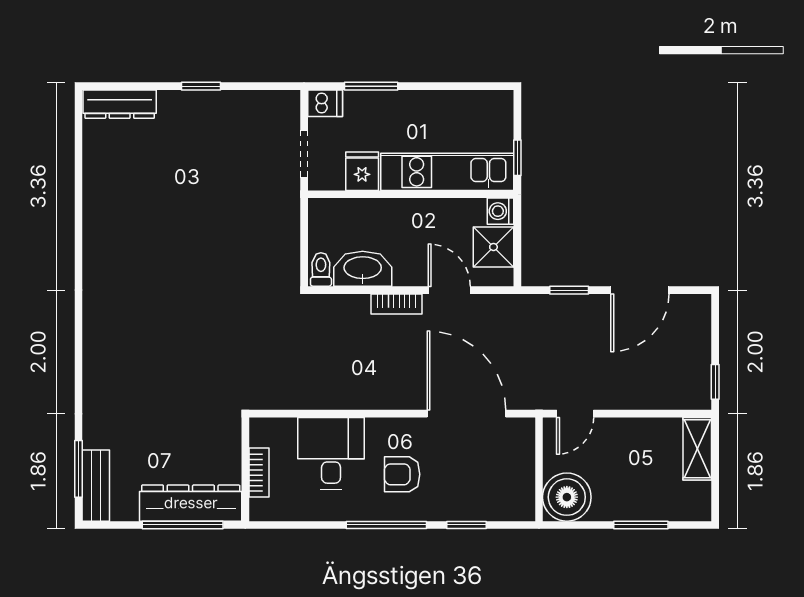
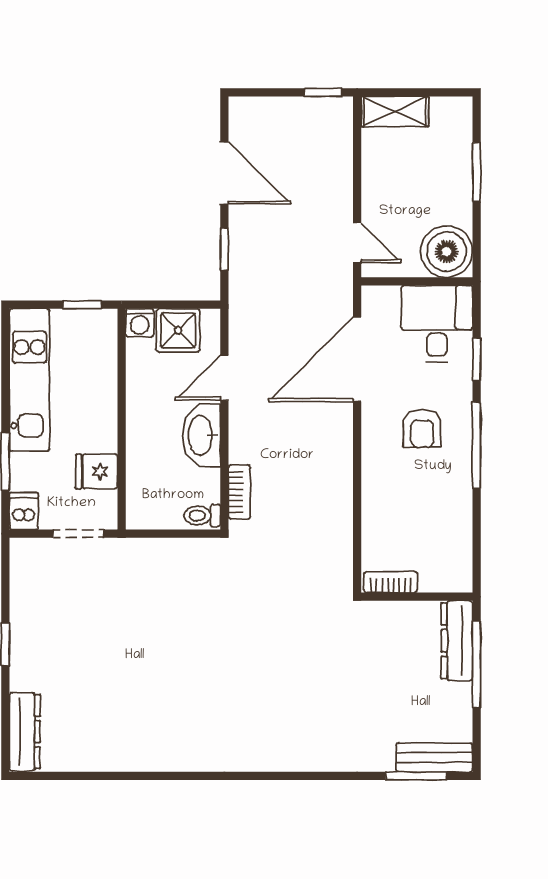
kitchen unit: (447, 172) -> (29, 380), moved, turned 180
washbasin: (363, 269) -> (201, 435), moved
bookcase: (396, 304) -> (239, 492), moved
desk: (331, 453) -> (437, 324), moved, turned 90
bookcase: (259, 473) -> (391, 582), moved
dresser: (191, 503) -> (457, 641), width x0.73, depth x0.80

